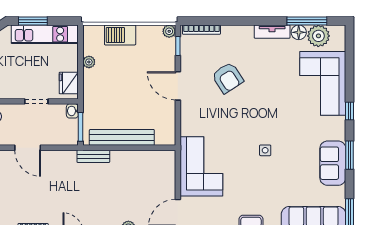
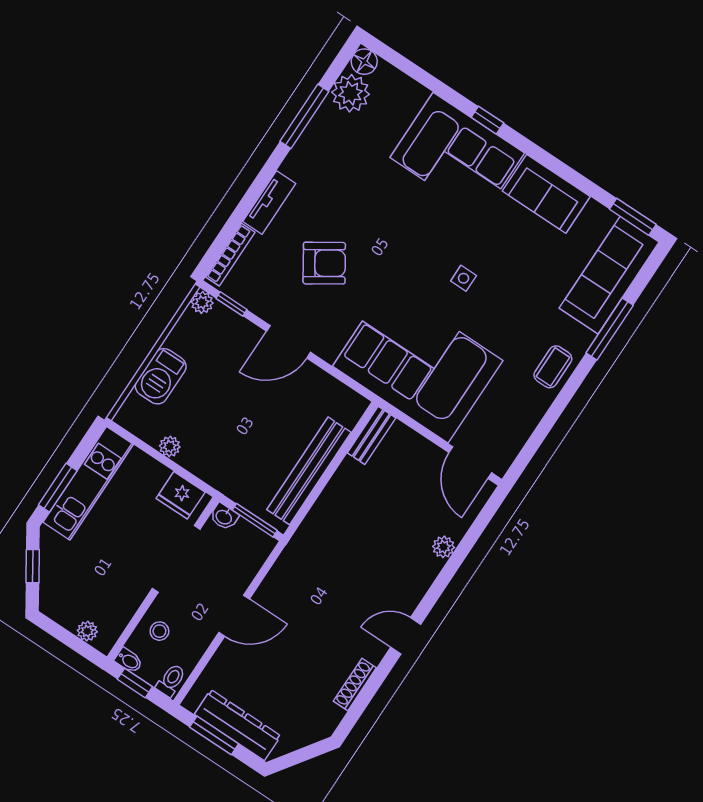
window: (307, 21) -> (304, 116), moved
tv unit: (272, 32) -> (269, 202), moved
floor lamp: (299, 32) -> (364, 62), moved
corner sofa: (323, 83) -> (457, 155), moved
doorway: (36, 101) -> (176, 559), width x1.87
window: (350, 155) -> (551, 162), removed
bench: (93, 156) -> (372, 435), moved
corner sofa: (201, 166) -> (418, 363), width x1.36, depth x1.36

